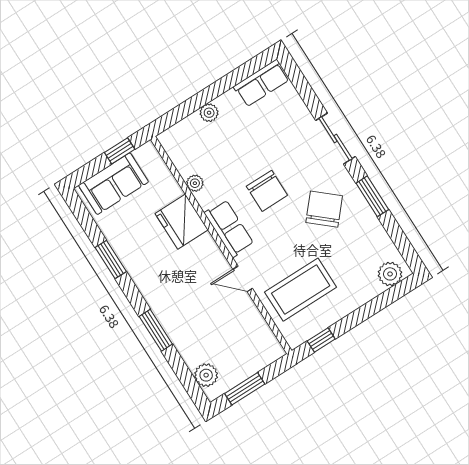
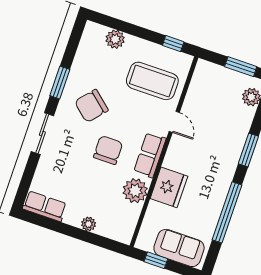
plant: (195, 183) -> (135, 191), width x1.87, depth x1.87
window: (111, 259) -> (227, 212), width x2.11
plant: (390, 274) -> (115, 39), moved

